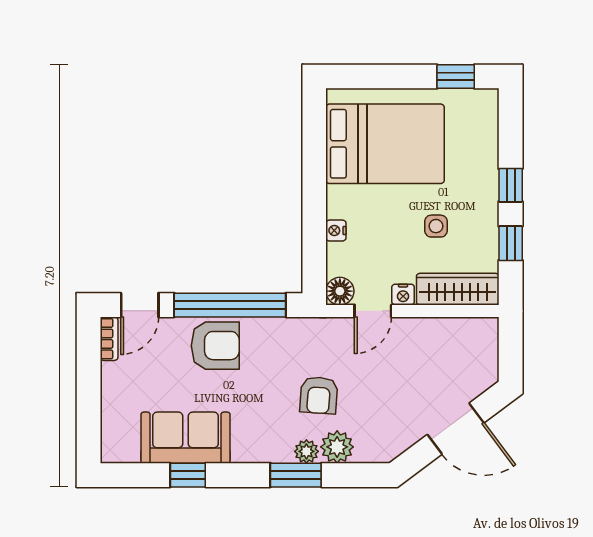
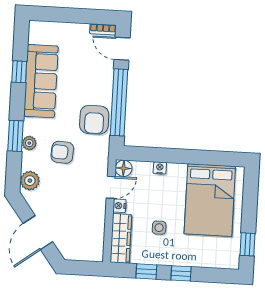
door: (373, 311) -> (111, 187), swing flipped
armchair: (215, 346) -> (94, 120), moved
sofa: (185, 438) -> (41, 81), width x1.36
plant: (337, 447) -> (30, 181), moved

